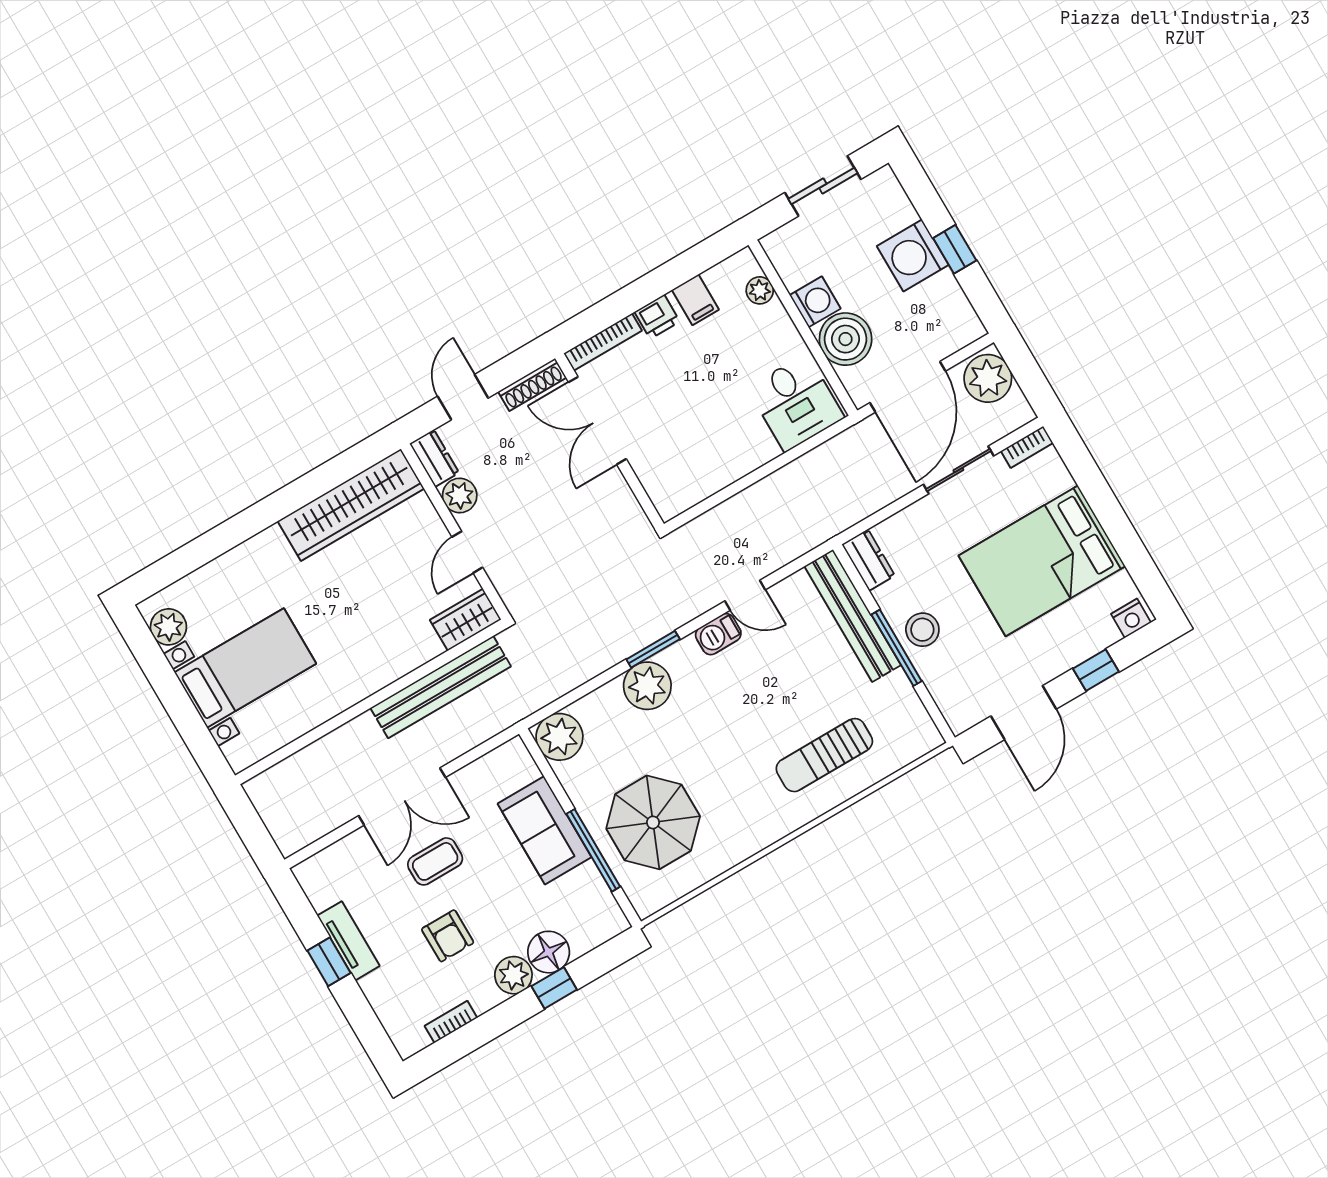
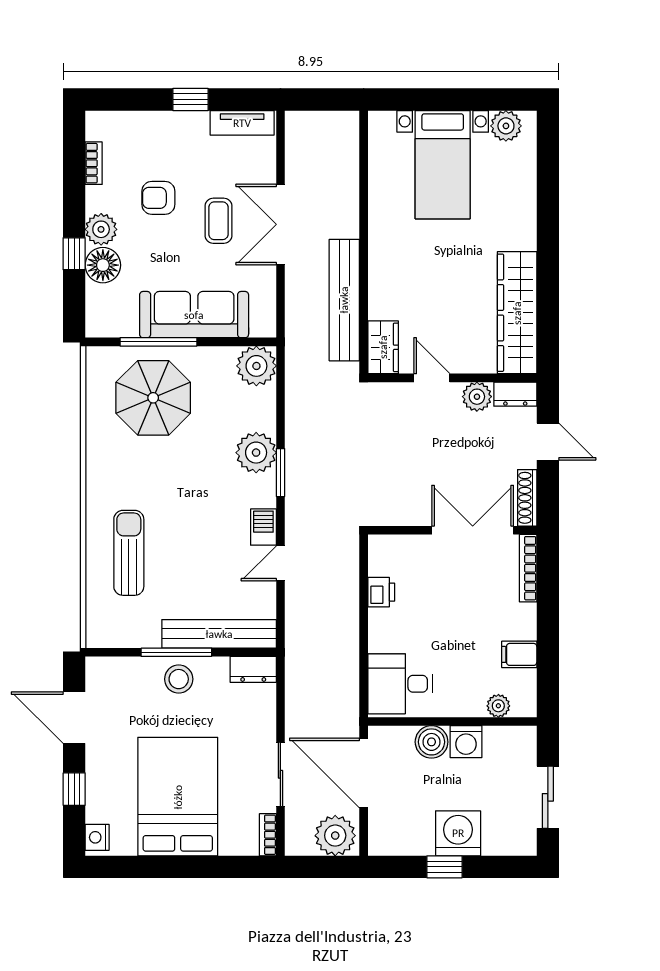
printer: (657, 317) -> (381, 592), moved, turned 180
boiler: (846, 339) -> (432, 742), width x0.73, depth x0.73
sofa: (545, 830) -> (194, 315), width x1.36
tv unit: (348, 941) -> (242, 123), moved

